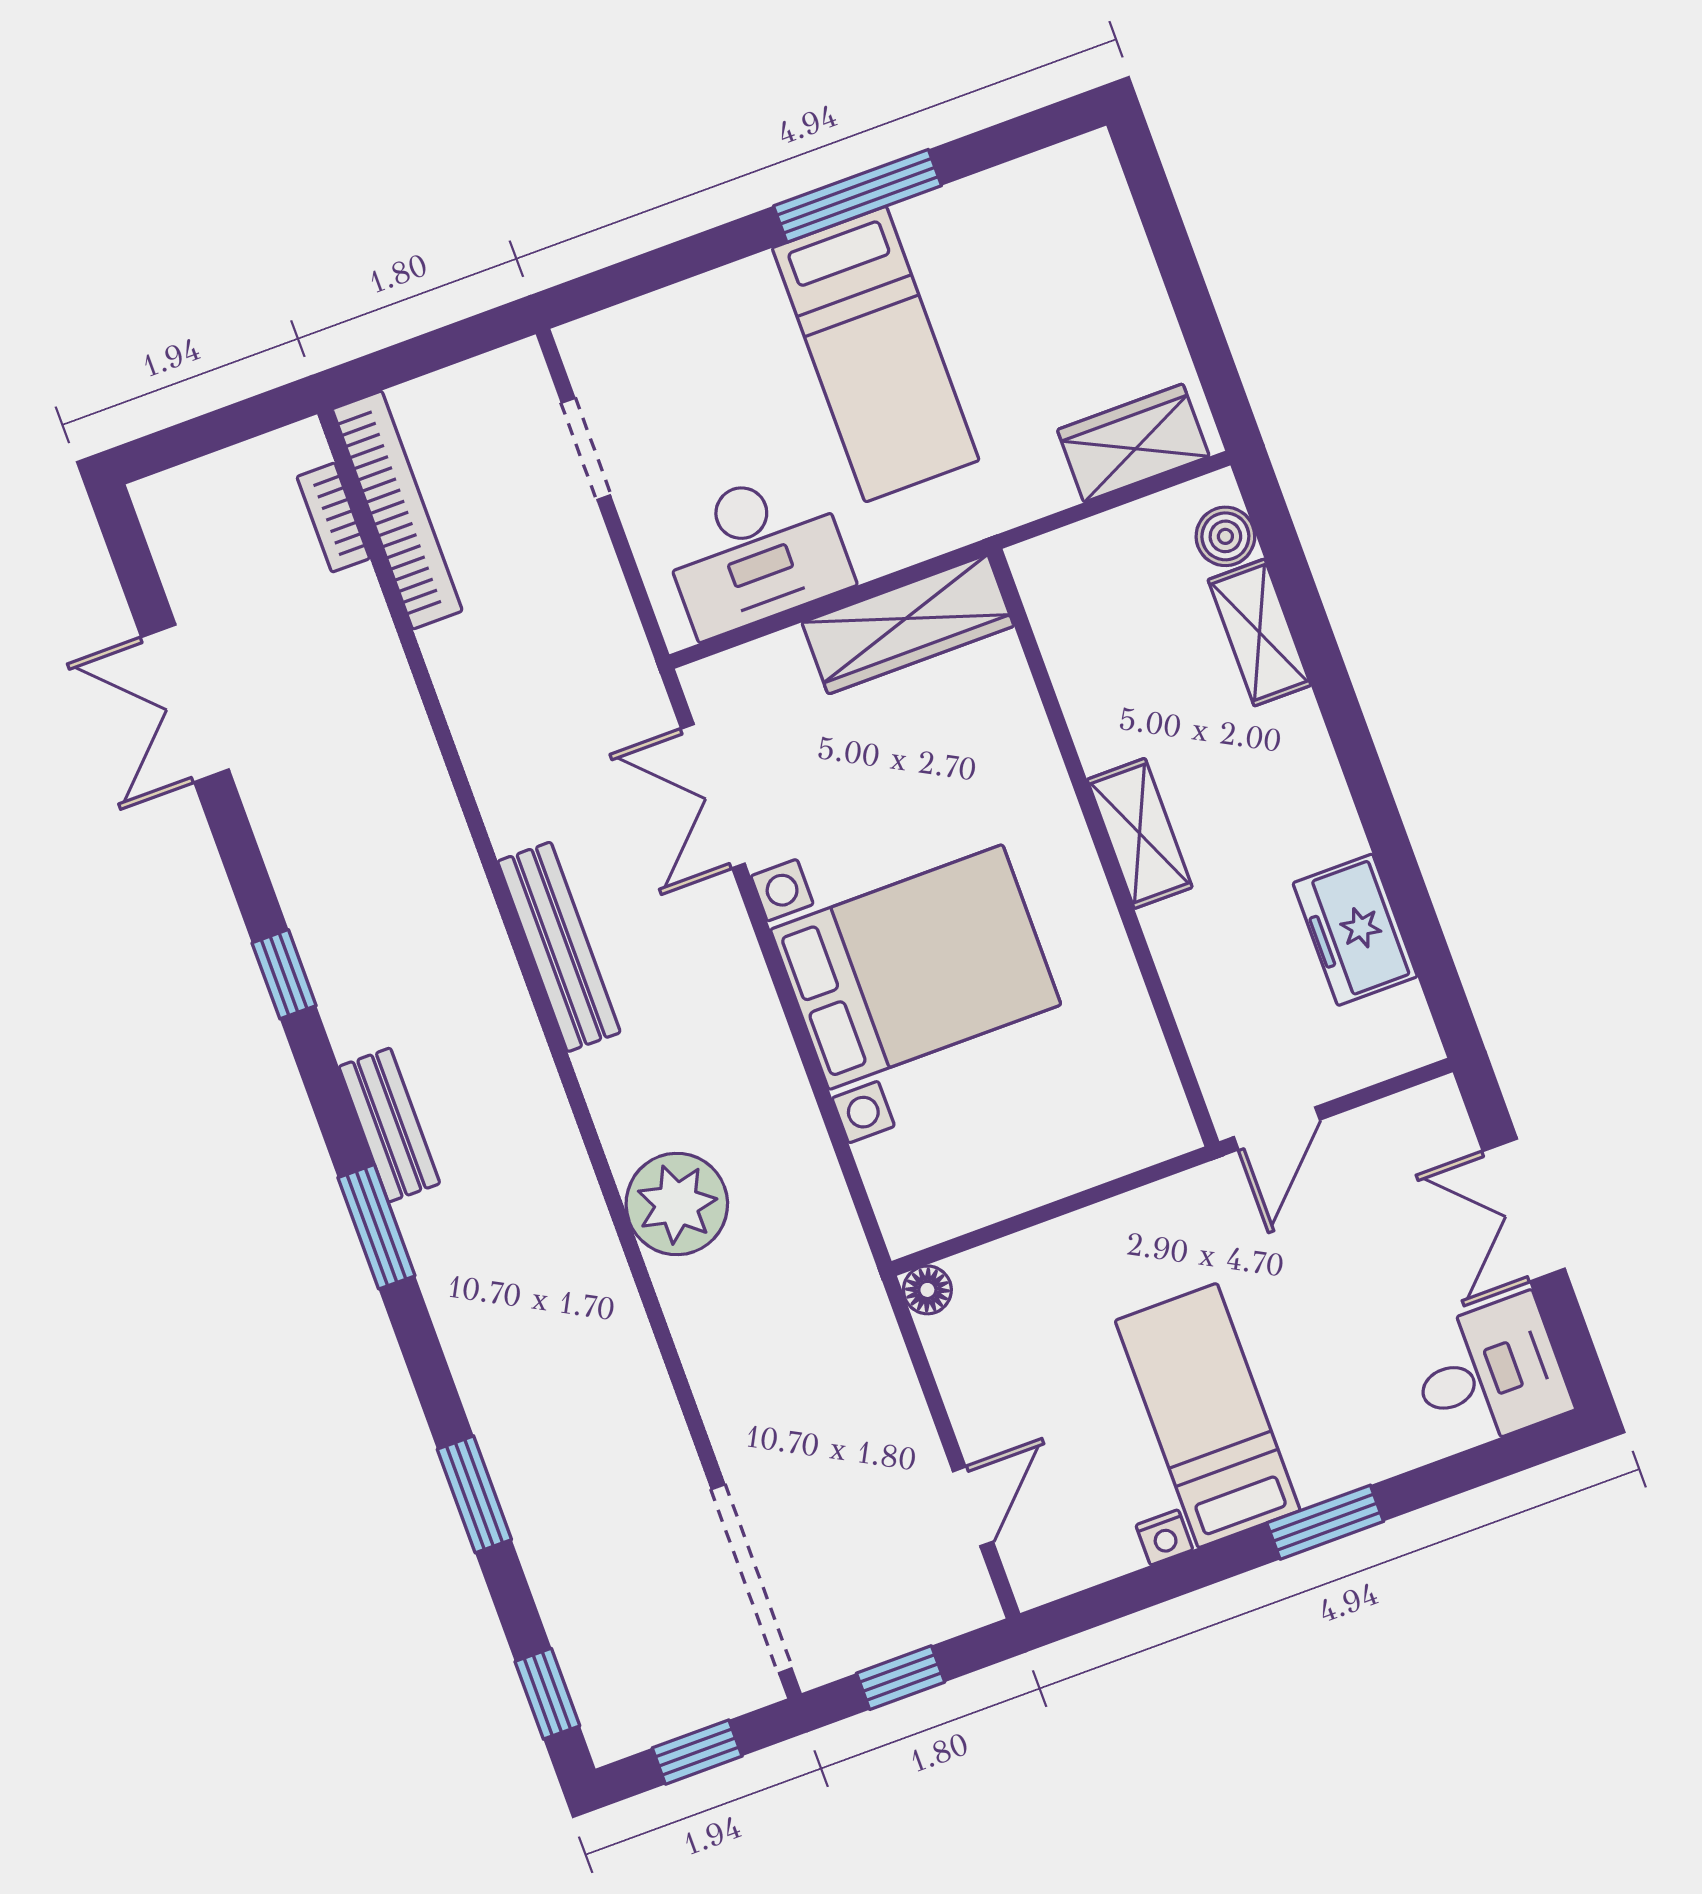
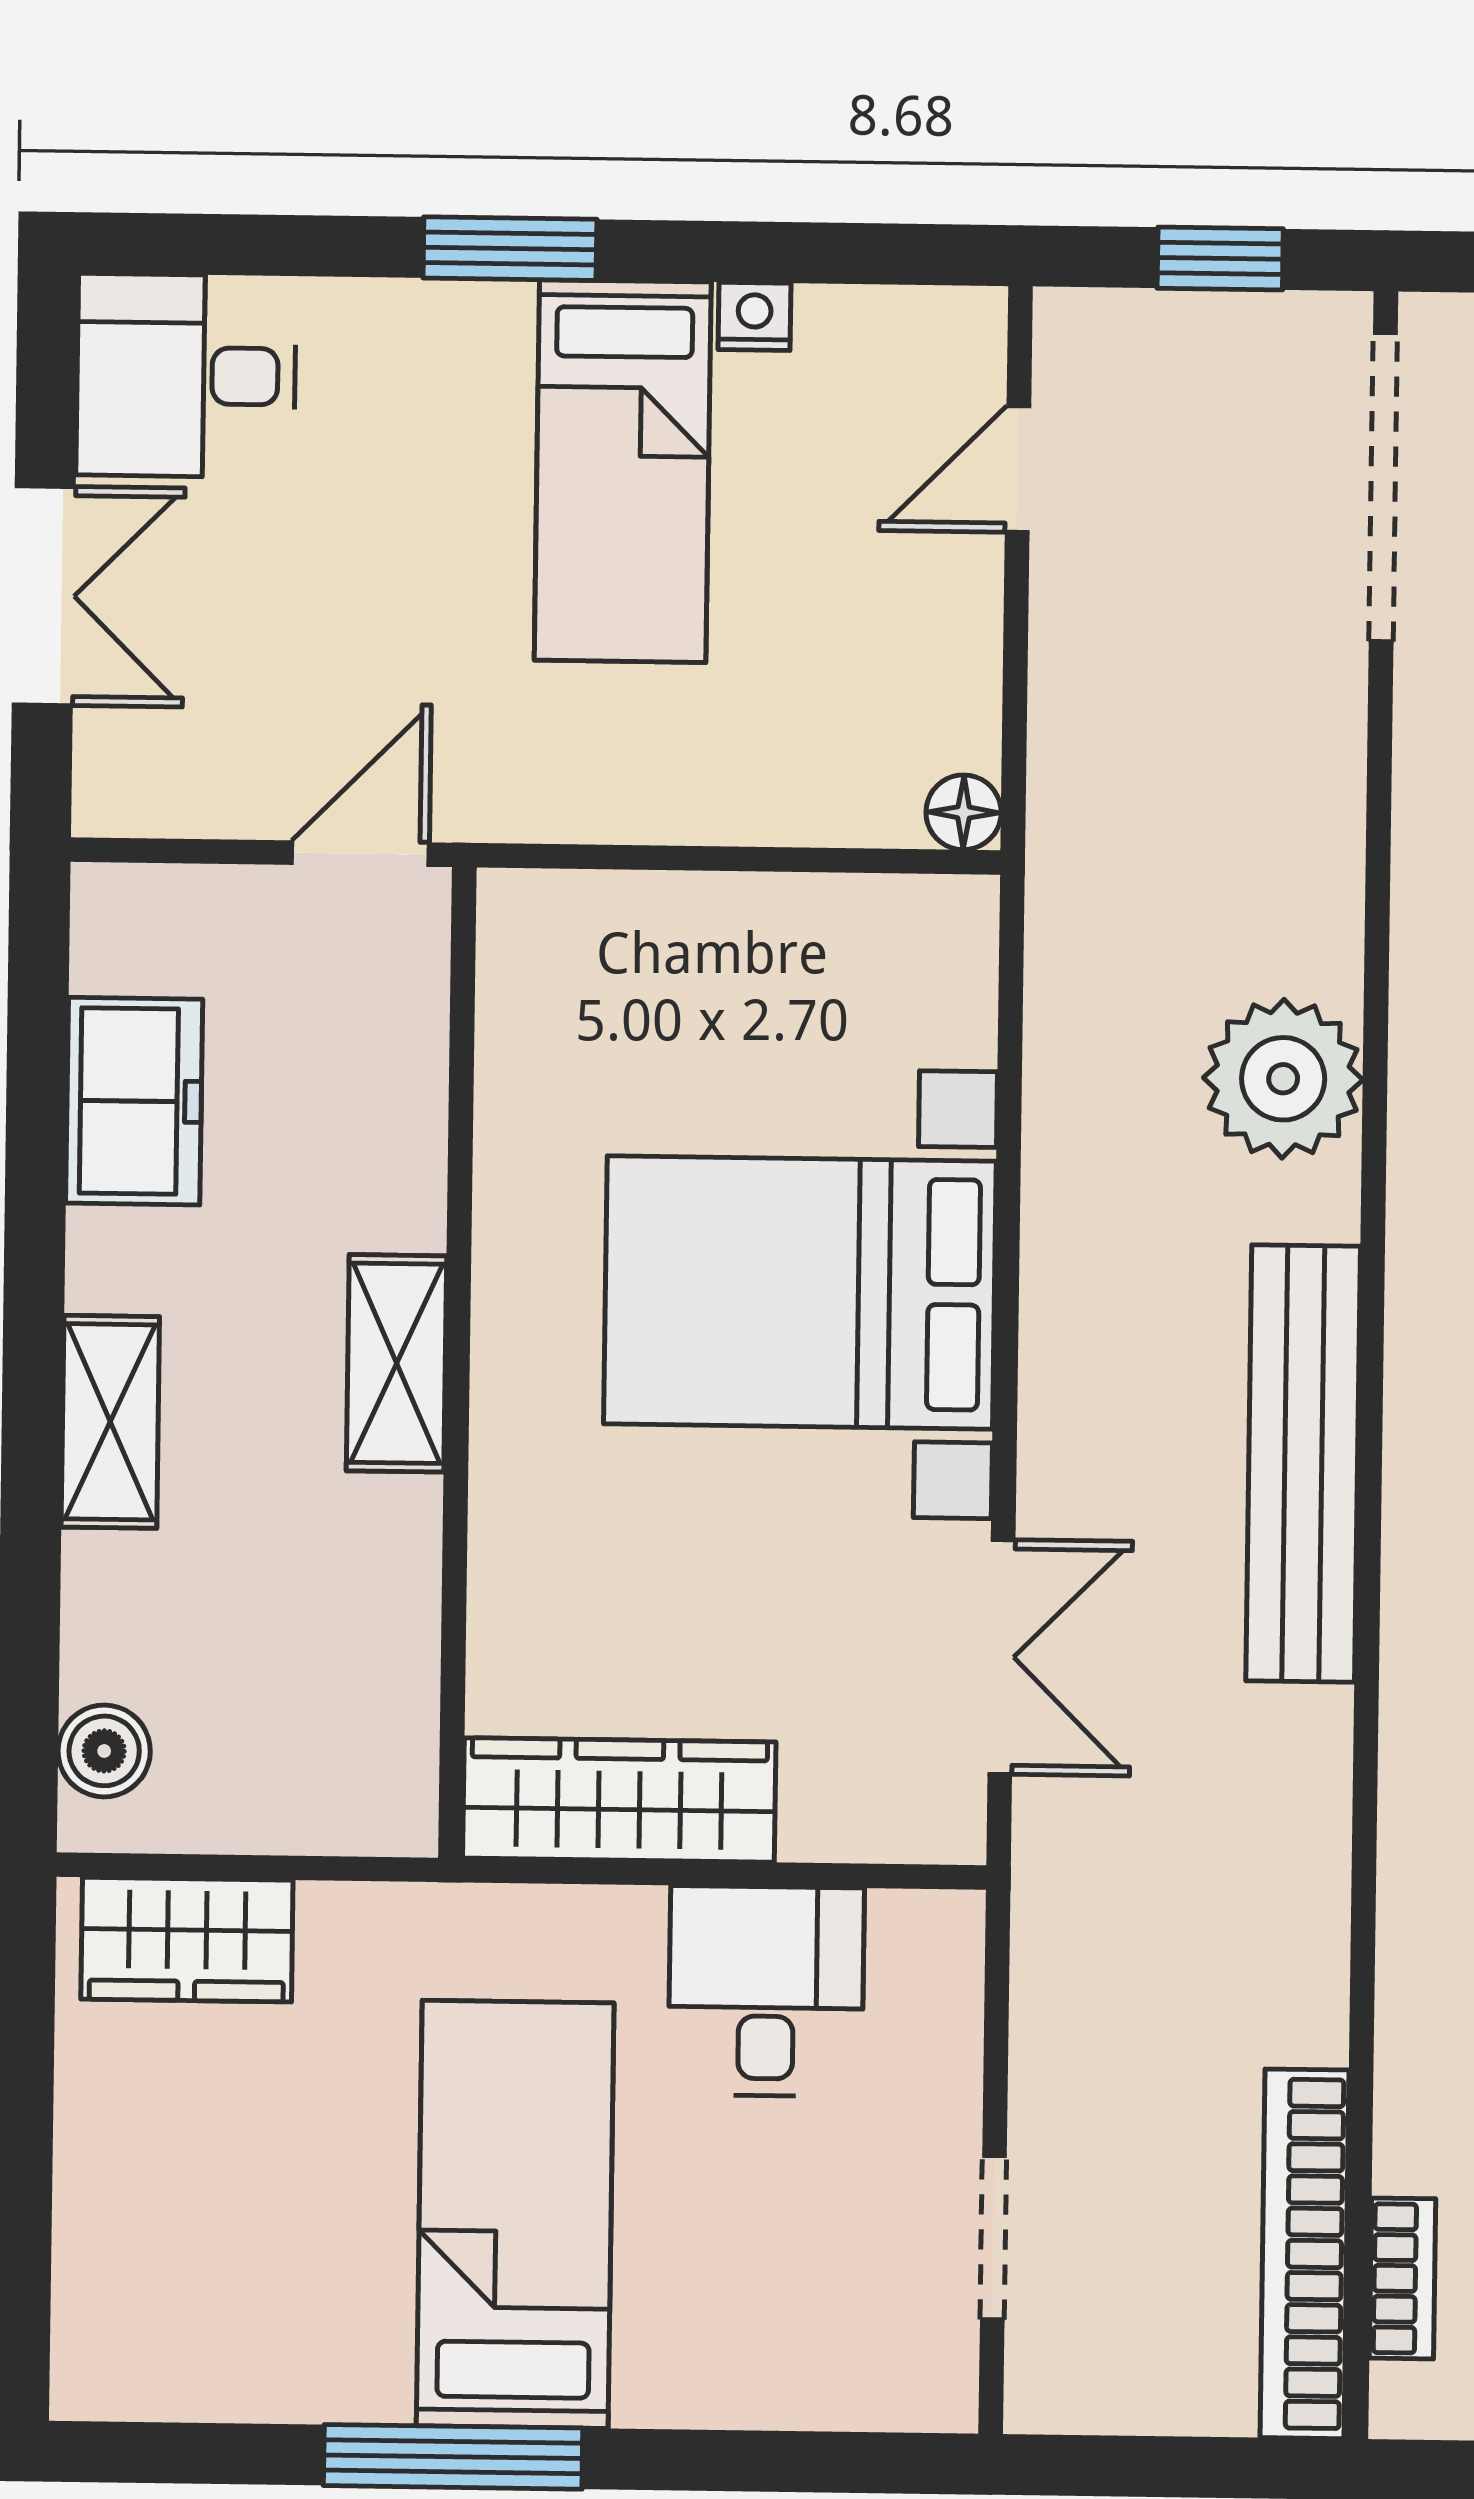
desk: (756, 552) -> (766, 1991), width x0.73
shelving: (1259, 632) -> (110, 1422), moved
bench: (559, 947) -> (1303, 1463), width x1.37, depth x1.21

